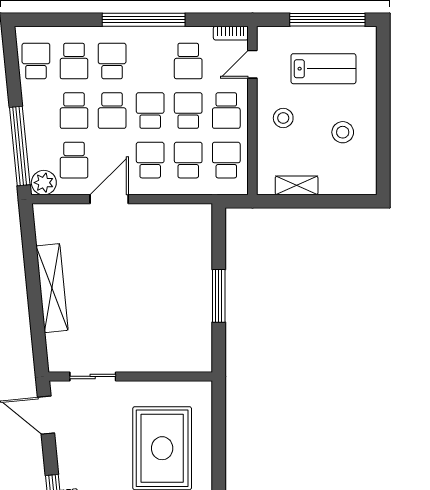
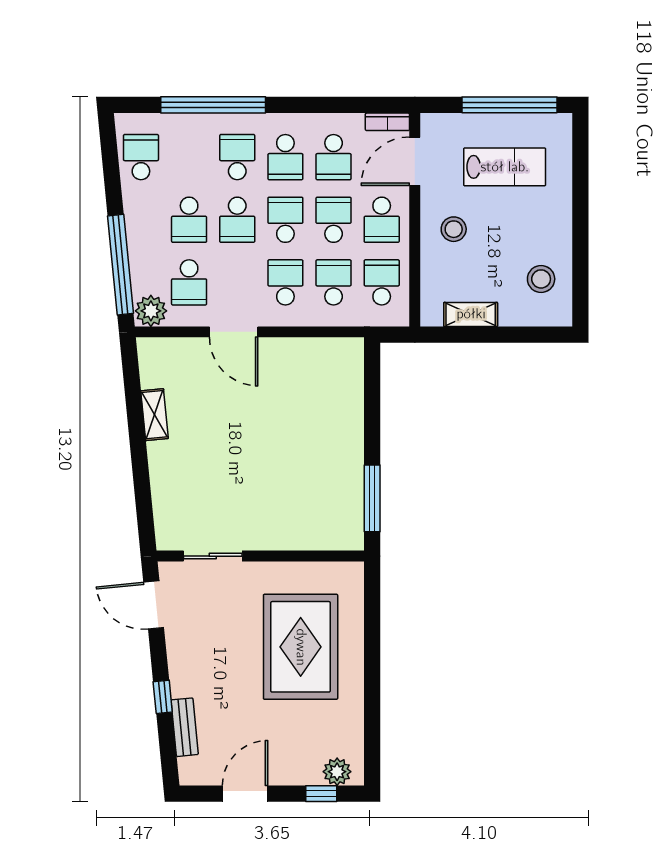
window: (144, 20) -> (213, 105), moved
school desk: (74, 61) -> (285, 157), moved
door: (252, 64) -> (415, 161), width x1.38
stool: (343, 132) -> (541, 279), moved
door: (109, 199) -> (234, 332), swing flipped
shelving: (52, 288) -> (155, 415), width x0.45, depth x0.75
window: (219, 296) -> (372, 498), moved

